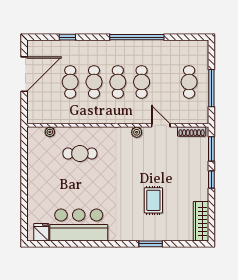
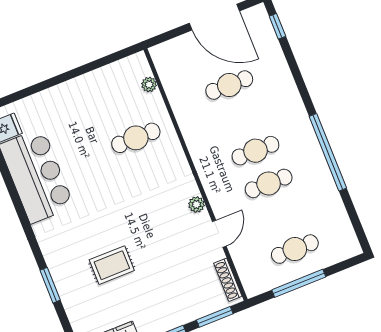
window: (67, 37) -> (277, 26), moved
cafe table: (94, 82) -> (242, 118), removed
cafe table: (80, 153) -> (136, 138), turned 90

